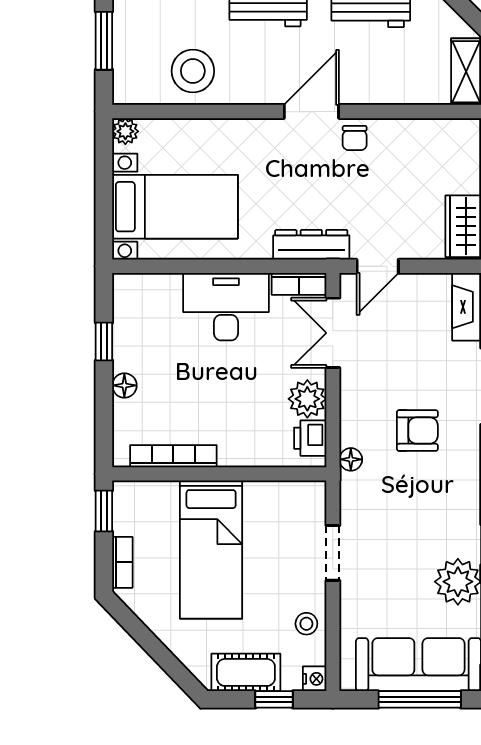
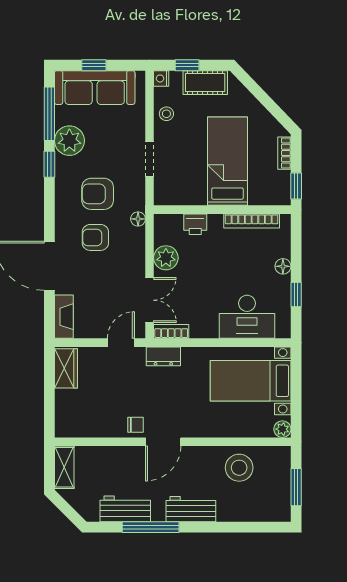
chair: (355, 138) -> (136, 425), turned 90
dresser: (311, 245) -> (163, 356), width x0.70
desk: (226, 307) -> (247, 317), moved
printer: (310, 438) -> (195, 224), moved, turned 90
armchair: (414, 499) -> (98, 194), added
window: (420, 699) -> (94, 65), width x0.46

